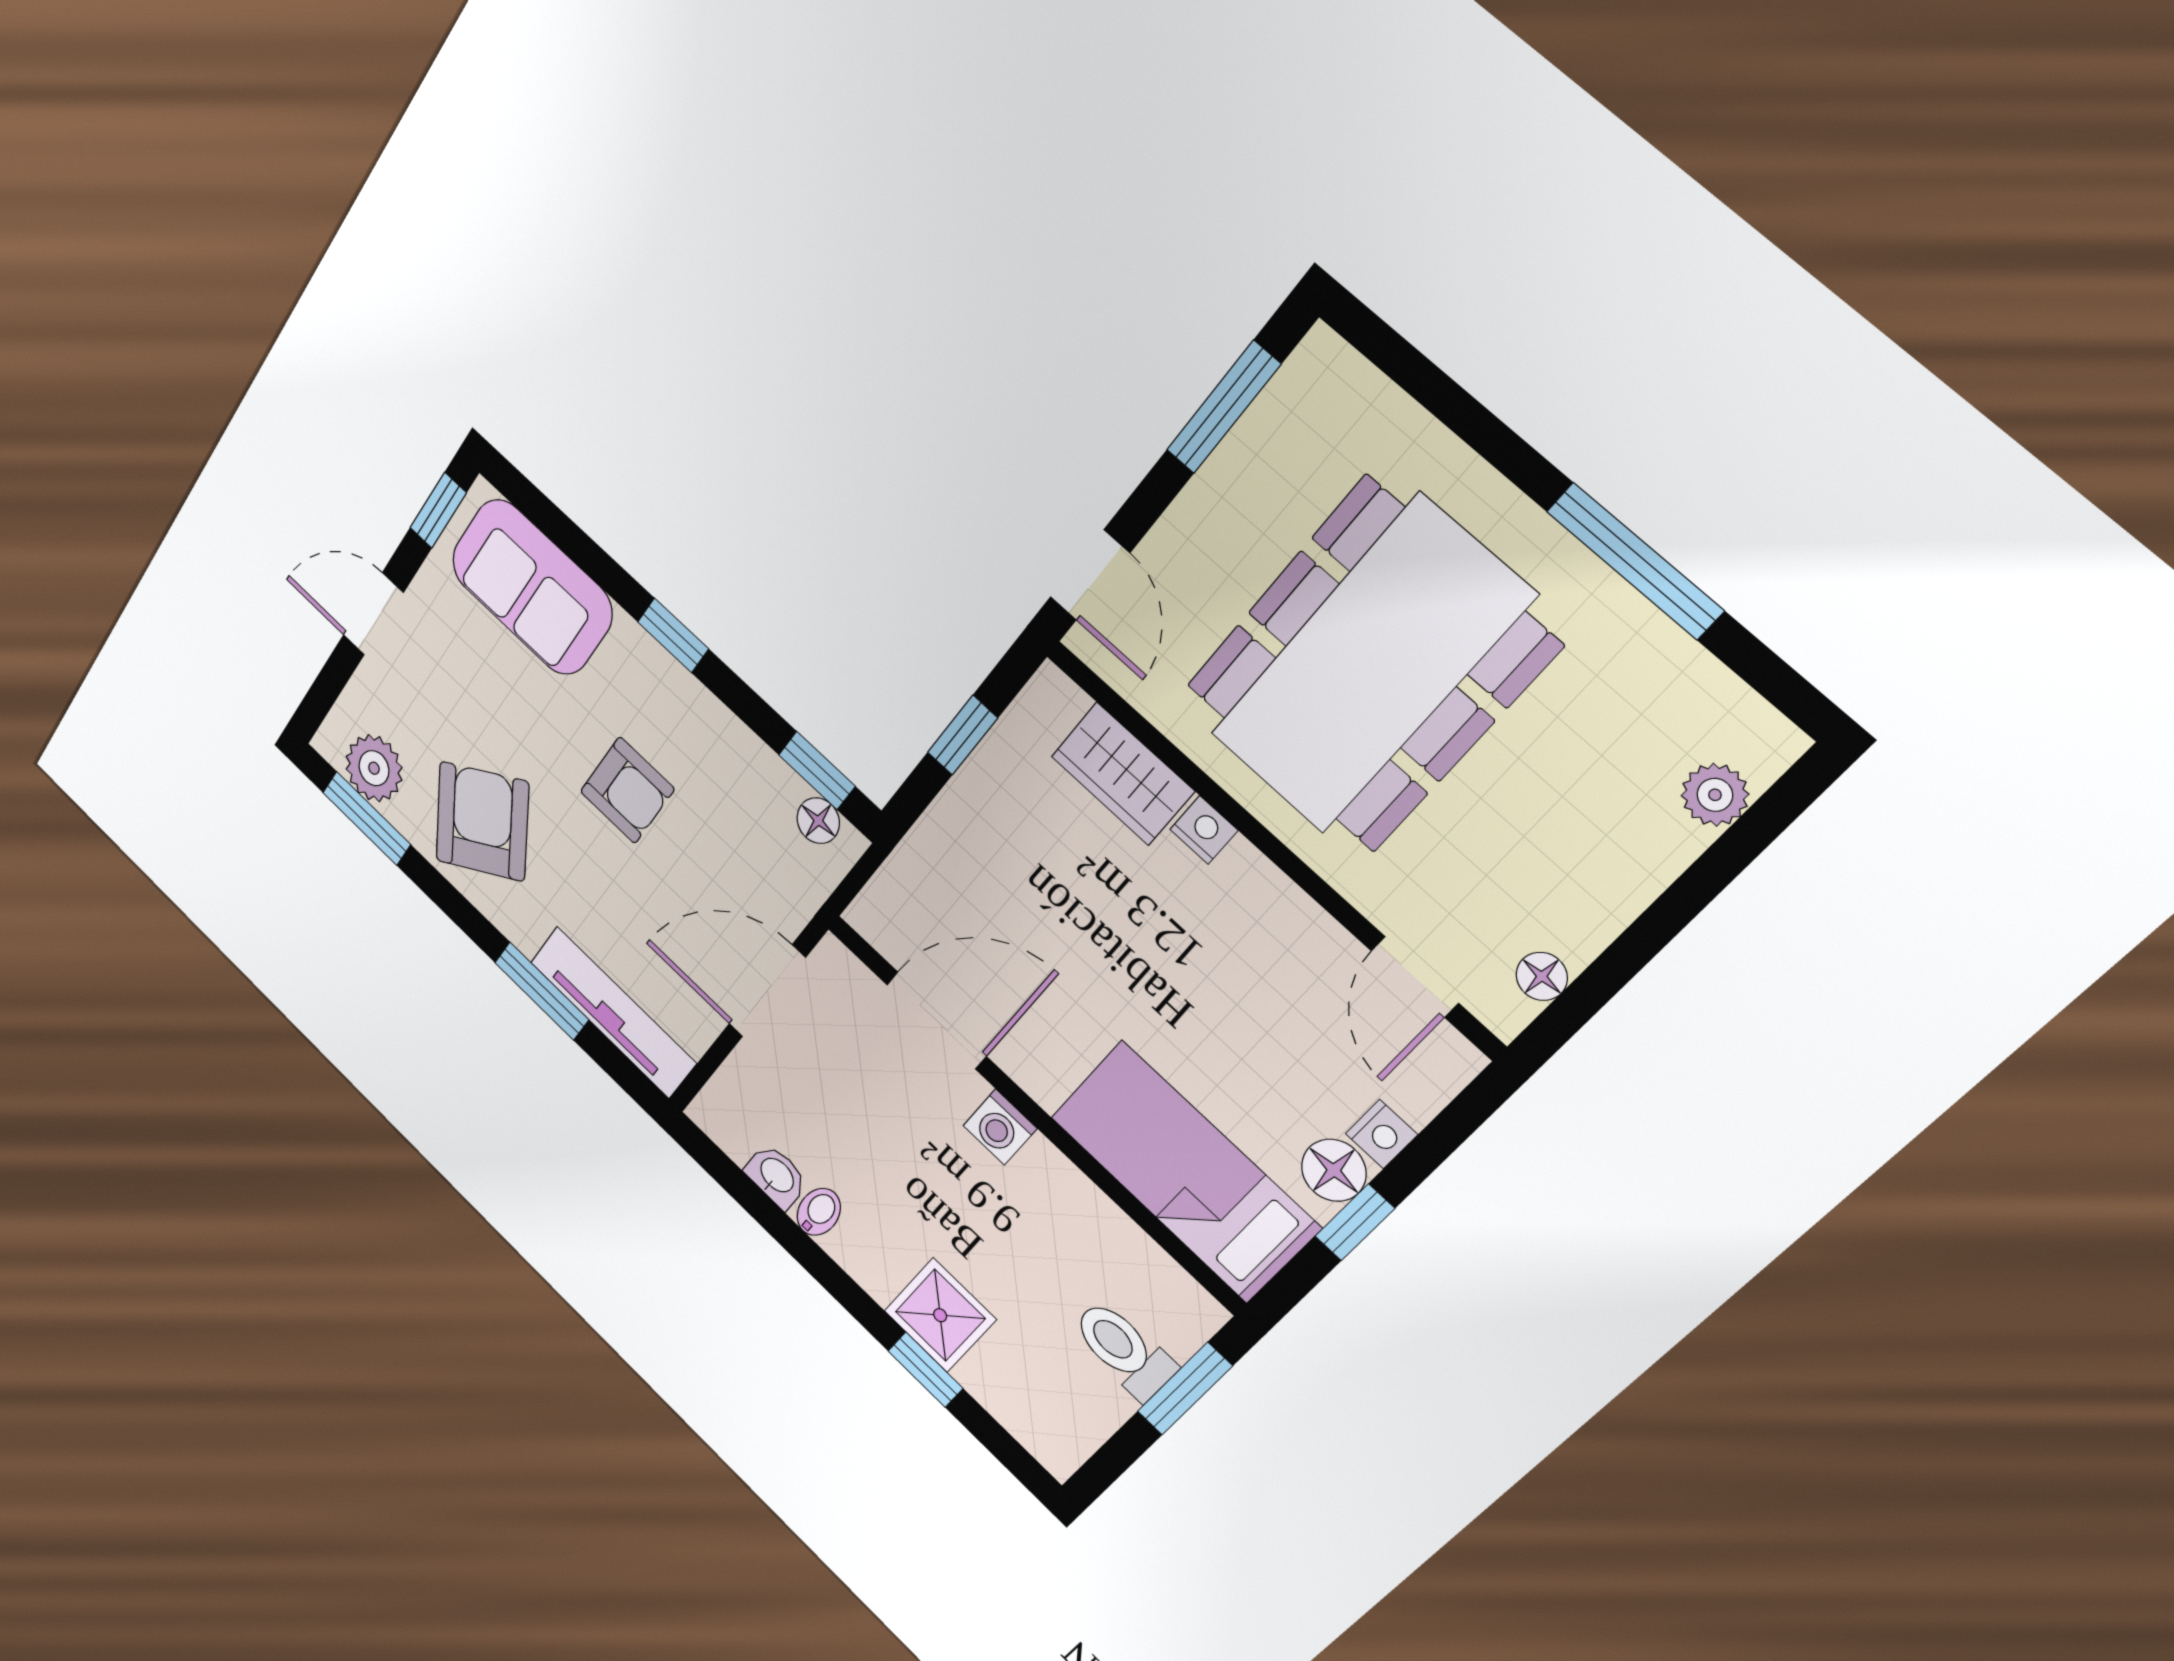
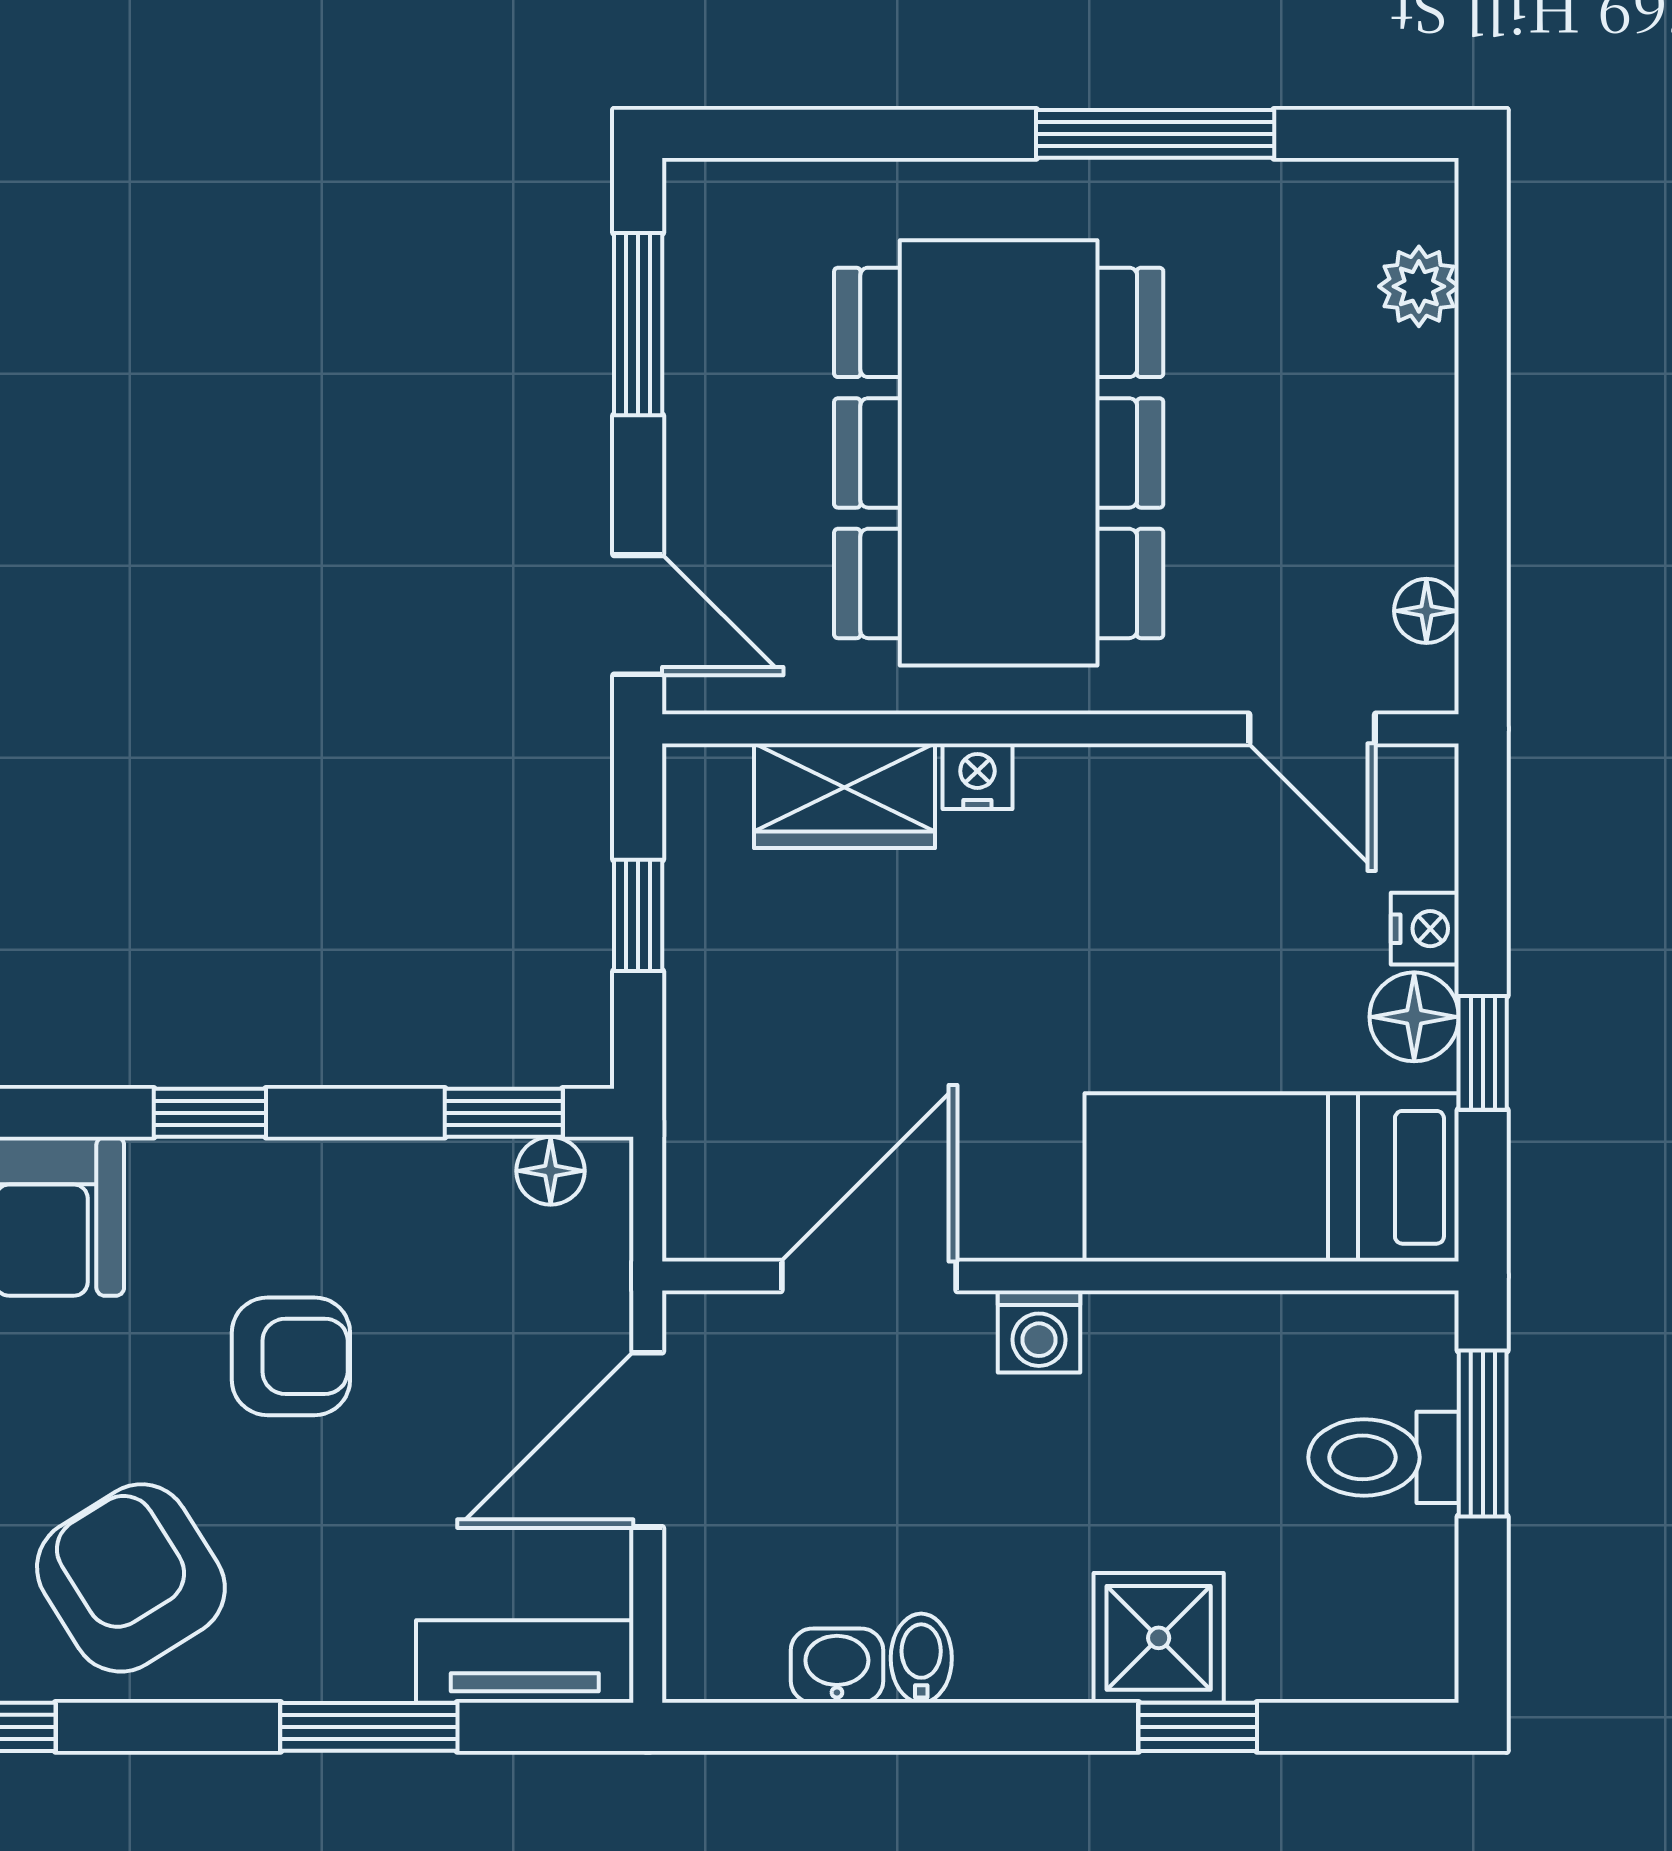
tv unit: (613, 1012) -> (525, 1661), width x0.71

